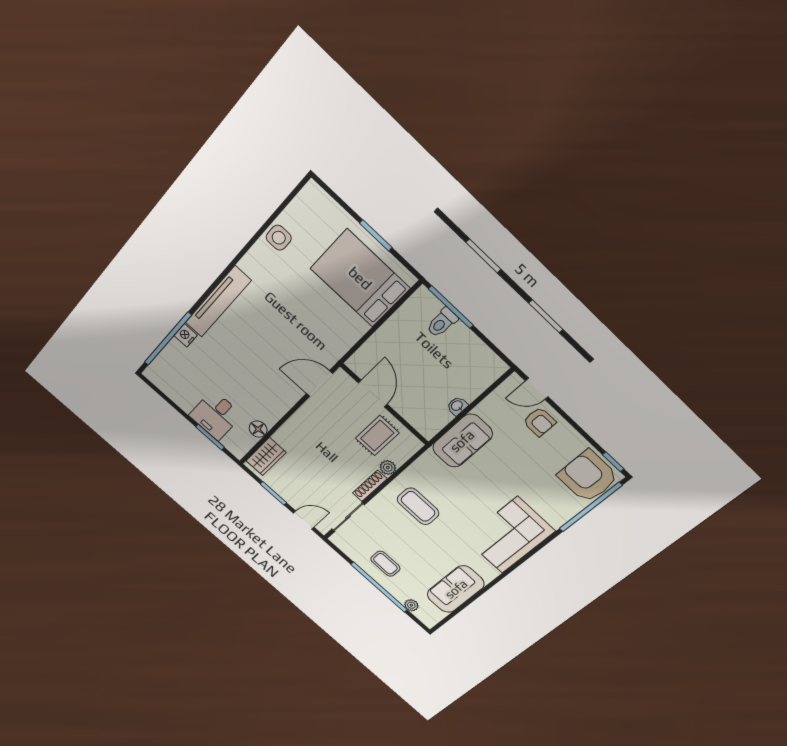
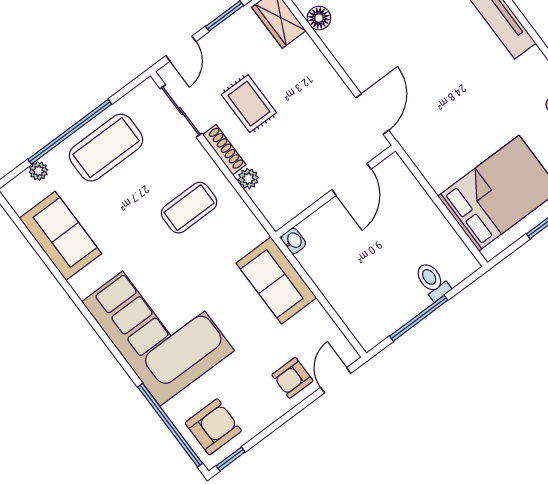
window: (451, 307) -> (419, 318), moved
door: (373, 394) -> (352, 179), hinge flipped
washbasin: (457, 406) -> (293, 241), moved
rug: (377, 436) -> (249, 104), moved
armchair: (588, 476) -> (213, 427), width x0.73, depth x0.73
corner sofa: (510, 535) -> (158, 326), width x1.36, depth x1.36
coffee table: (385, 564) -> (106, 148), width x1.86, depth x1.72

